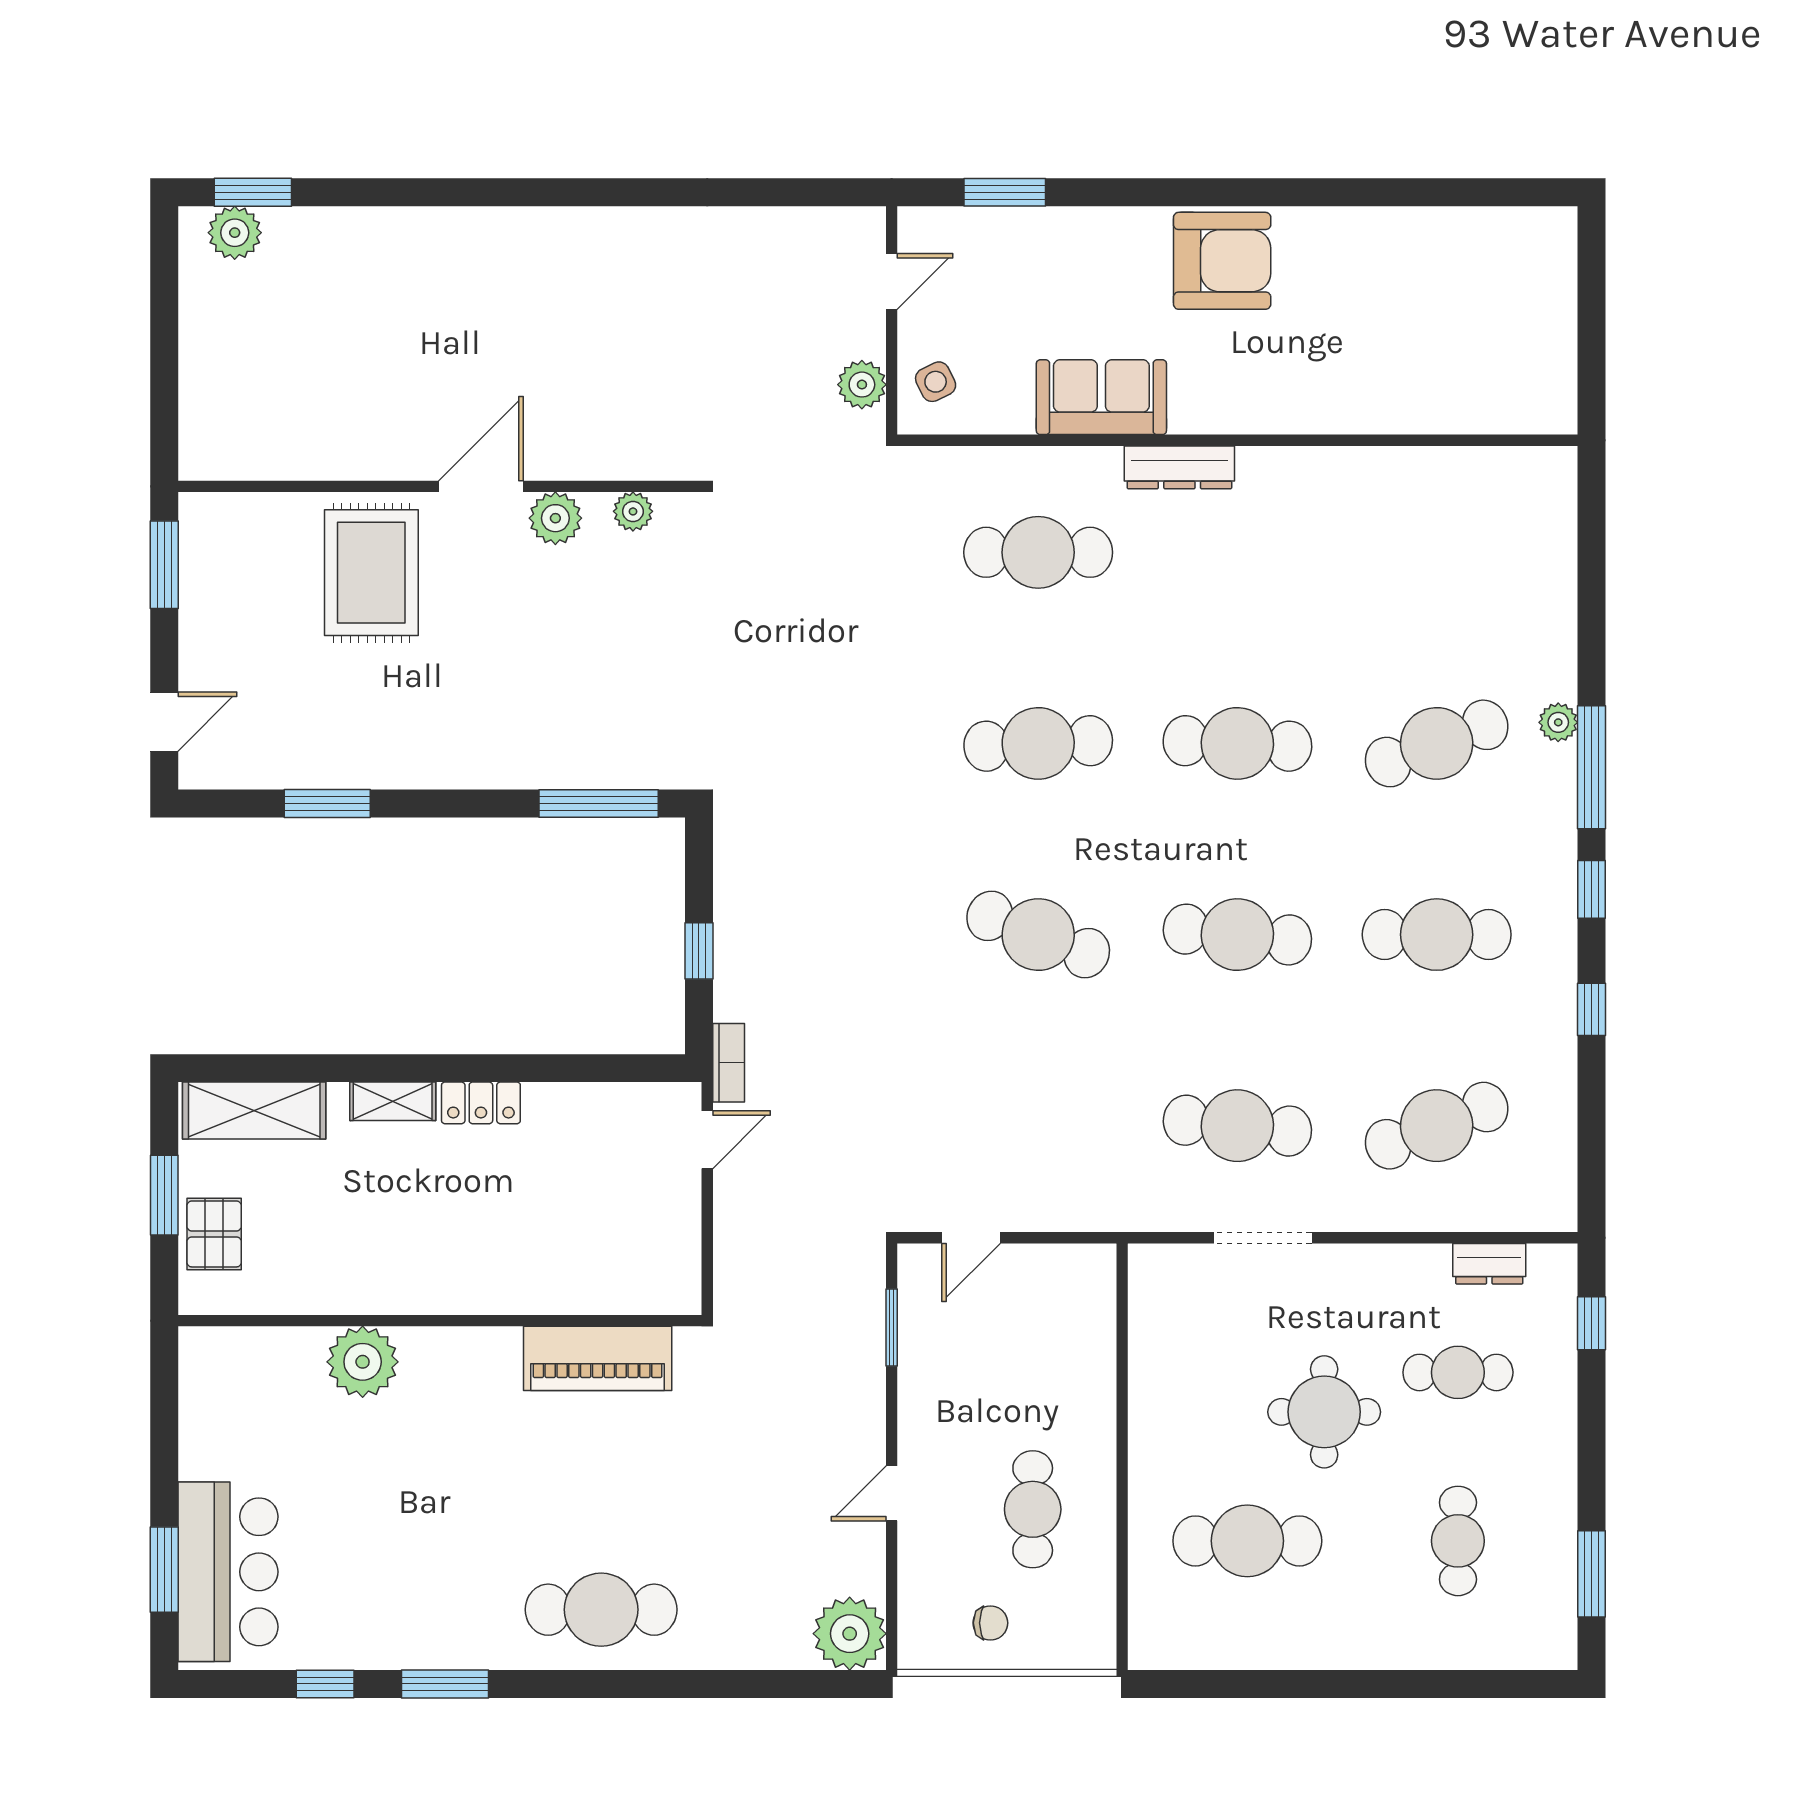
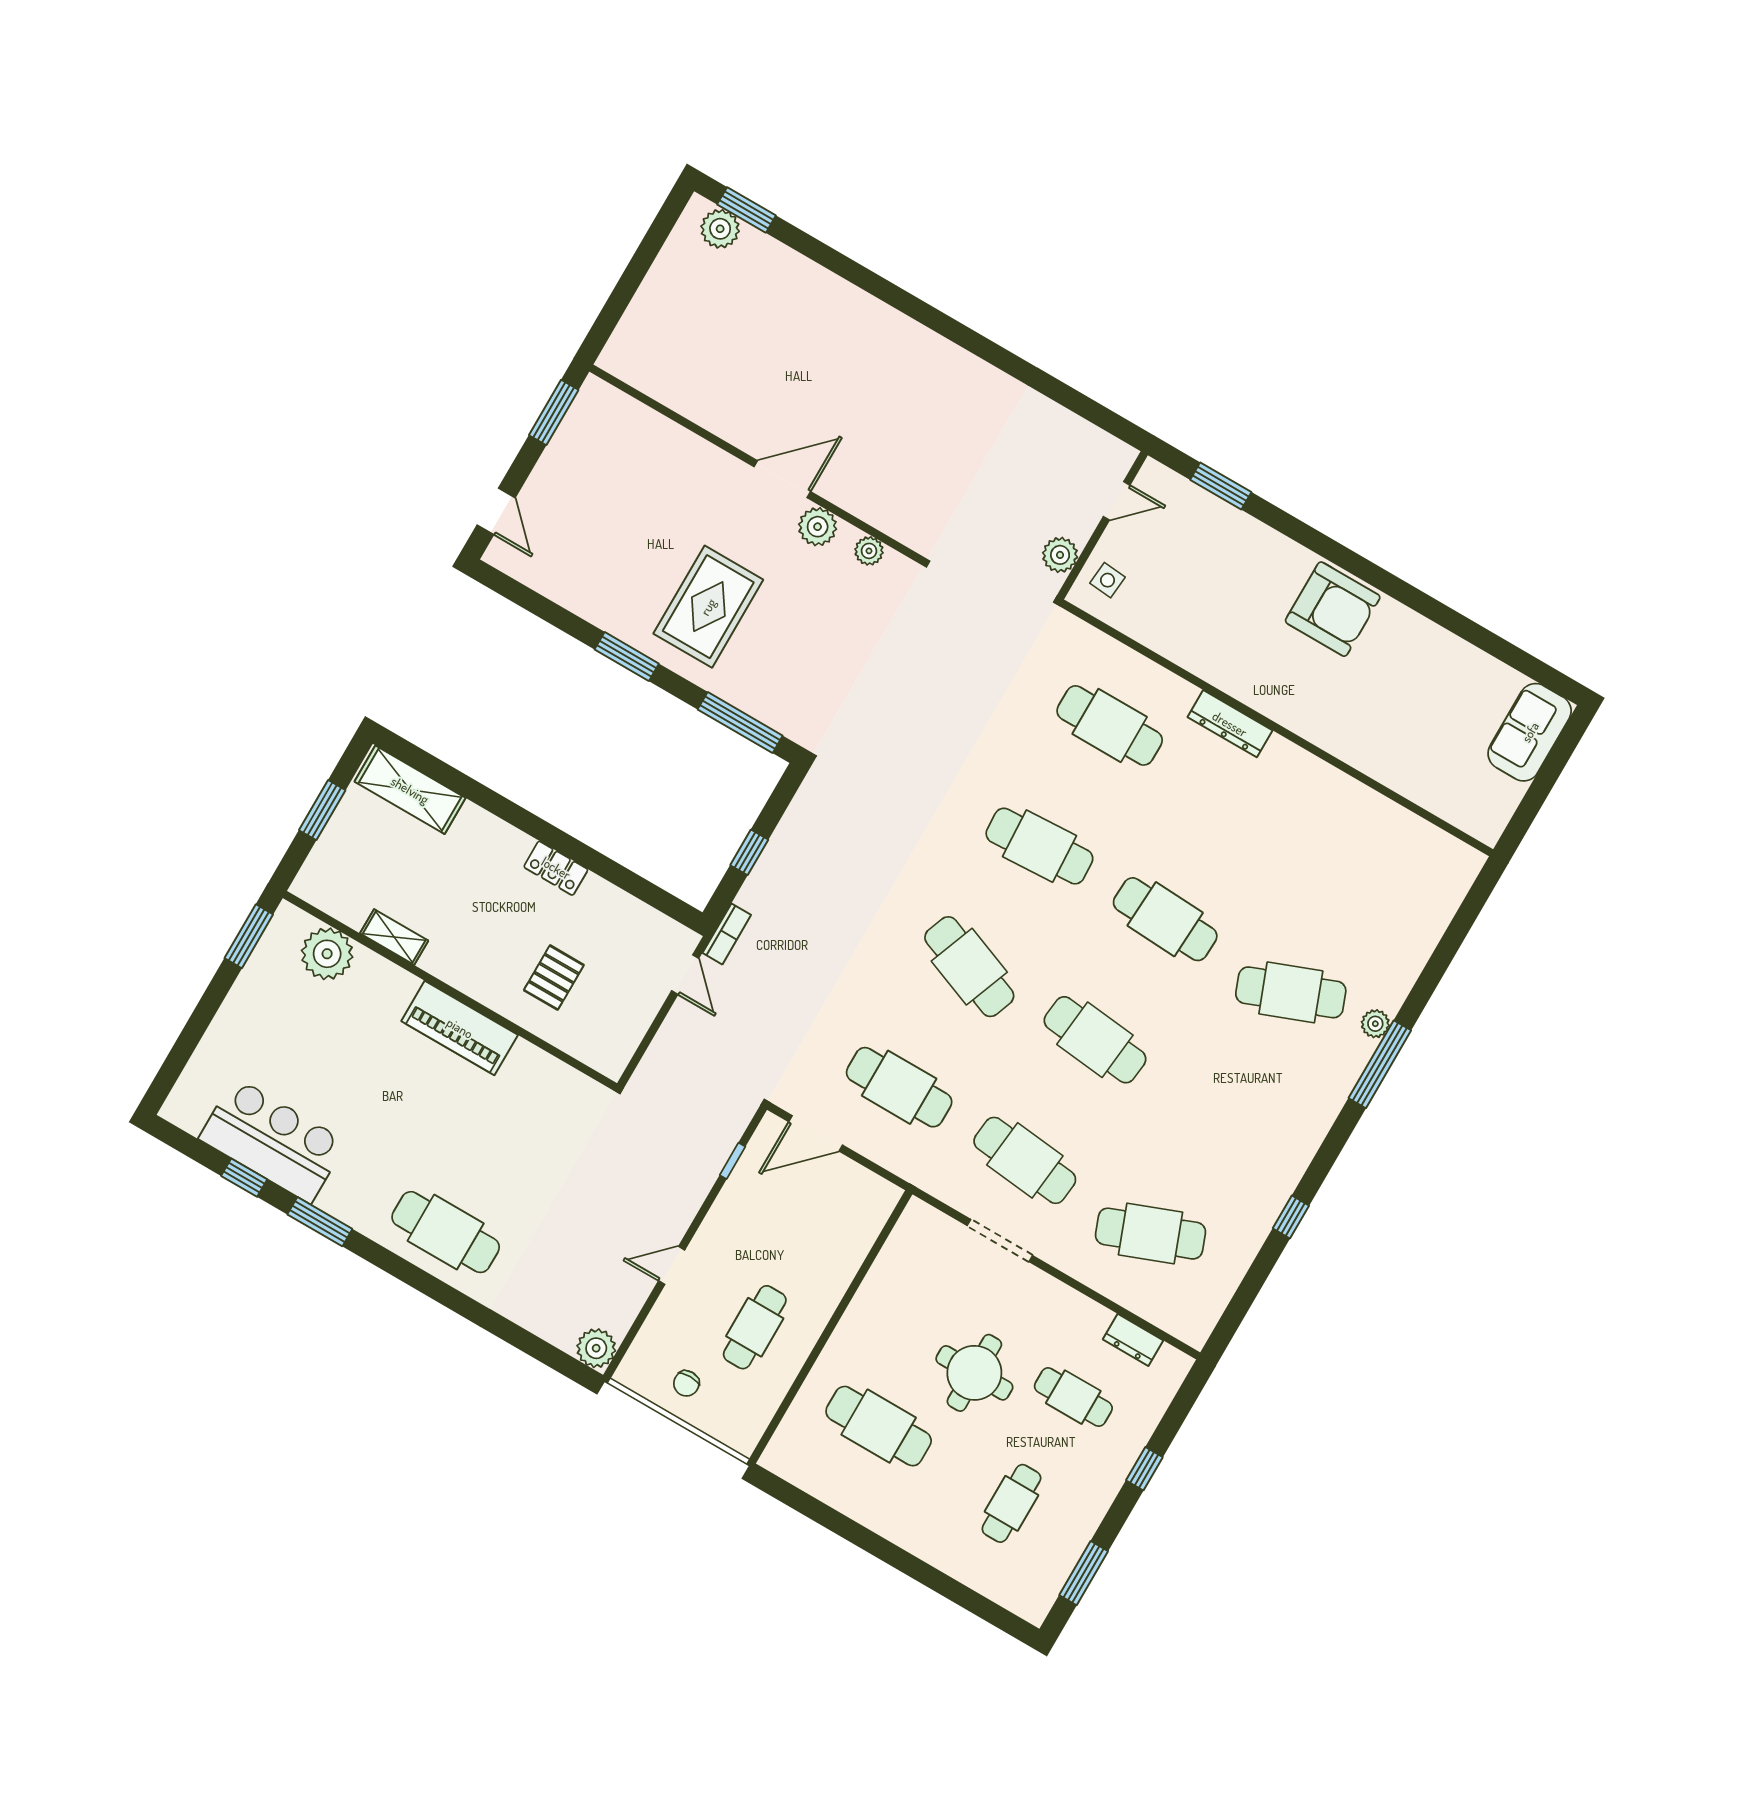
side table: (936, 382) -> (1108, 580), turned 31
sofa: (1101, 397) -> (1530, 732), moved, turned -90
rug: (371, 573) -> (708, 607), moved
door: (164, 722) -> (496, 511), hinge flipped
window: (327, 803) -> (627, 657), moved
window: (1591, 889) -> (1335, 1141), removed
cafe table: (1437, 935) -> (899, 1087), moved
shelving: (393, 1101) -> (394, 937), moved
door: (707, 1140) -> (685, 975), hinge flipped
pallet: (214, 1234) -> (554, 978), moved
door: (971, 1238) -> (816, 1133), width x1.38
window: (1591, 1323) -> (1144, 1469), moved
window: (892, 1328) -> (733, 1161), width x0.67
piano: (598, 1358) -> (460, 1028), moved
plant: (363, 1362) -> (327, 954), moved
window: (164, 1570) -> (249, 936), moved
bar counter: (228, 1572) -> (273, 1140), moved, turned -90
chair: (990, 1623) -> (686, 1383), turned 90
plant: (850, 1634) -> (596, 1348), width x0.73, depth x0.73

